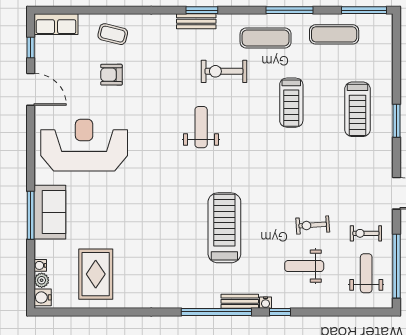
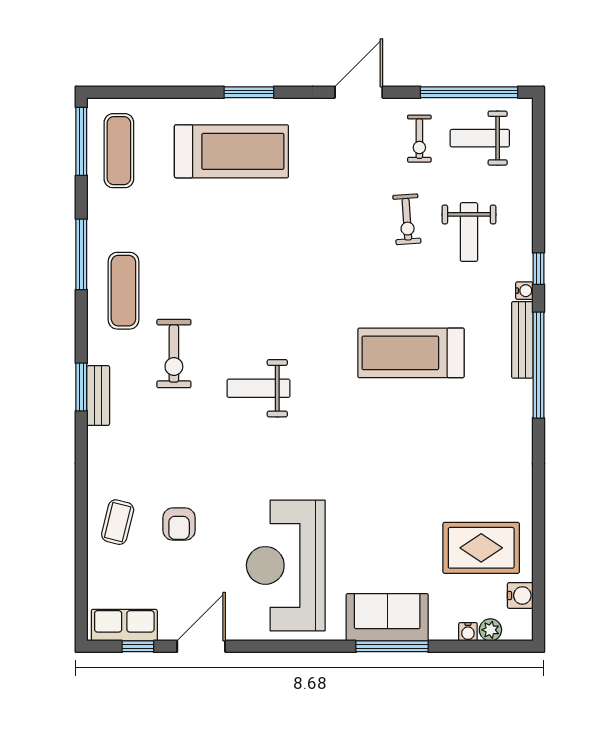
row of seats: (56, 24) -> (124, 625), moved, turned -90
exercise mat: (334, 34) -> (119, 151), moved
treadmill: (291, 103) -> (221, 252), removed
treadmill: (357, 109) -> (231, 151), width x1.37, depth x1.38
water cooler: (43, 297) -> (520, 595), moved, turned -90
bench: (240, 301) -> (522, 340), width x1.36

